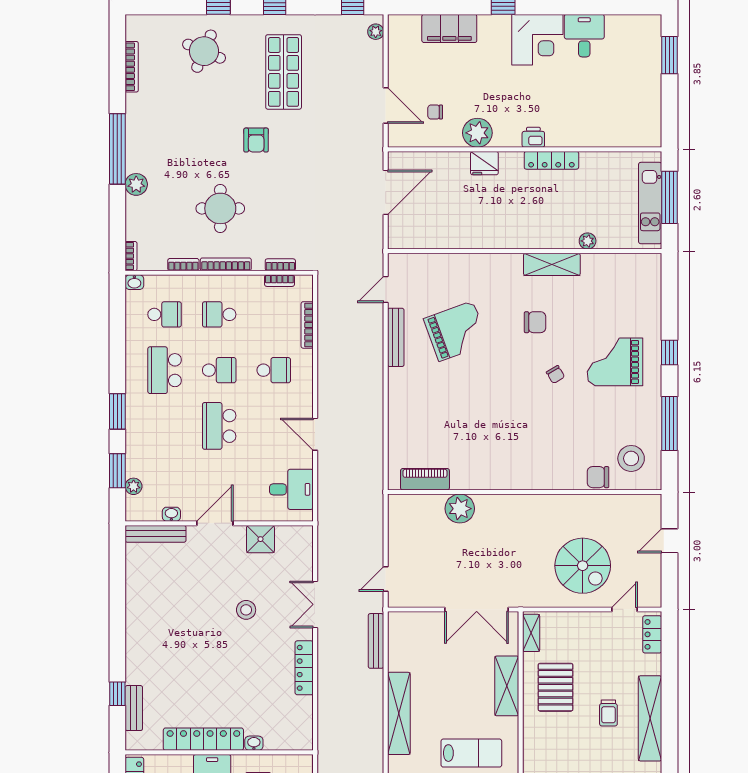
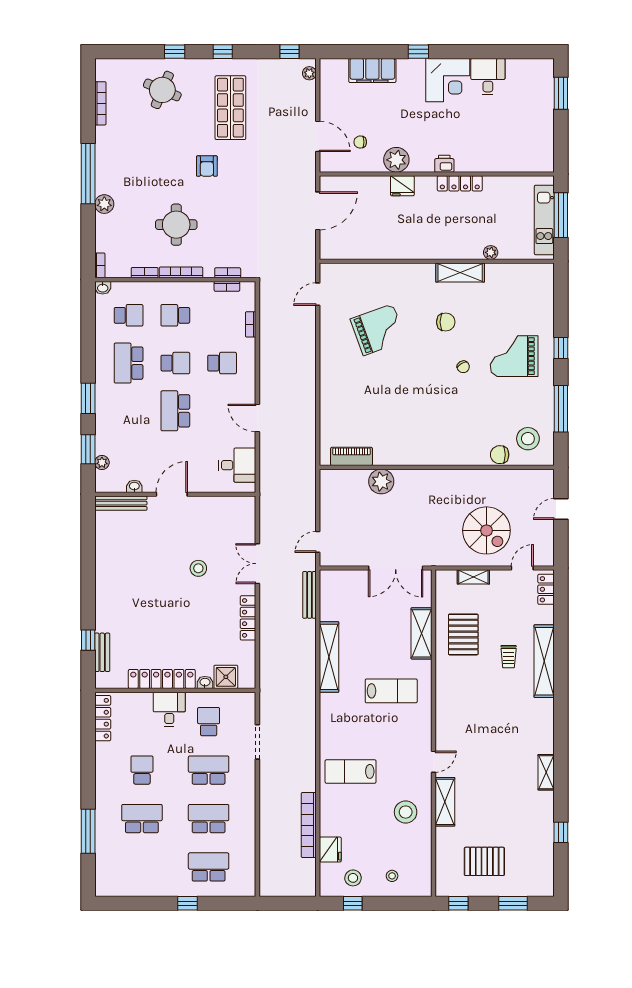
bookcase: (307, 325) -> (251, 324), width x0.64
bench: (396, 337) -> (326, 335), removed
shower: (260, 539) -> (226, 677), moved
shelving: (531, 633) -> (473, 577), moved, turned 90

